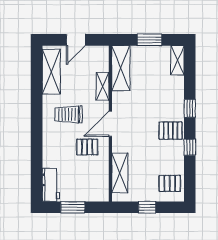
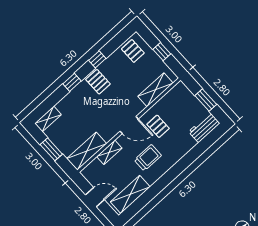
trolley: (69, 114) -> (148, 158), turned -90

